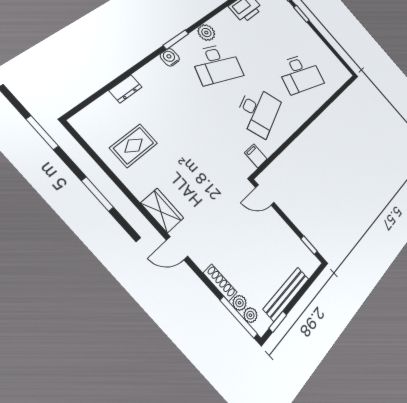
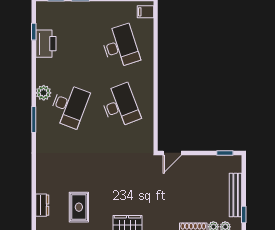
water cooler: (170, 57) -> (43, 135), removed
desk: (300, 74) -> (120, 46), turned -36
dresser: (125, 89) -> (42, 205), moved
filing cabinet: (256, 156) -> (145, 12), moved

